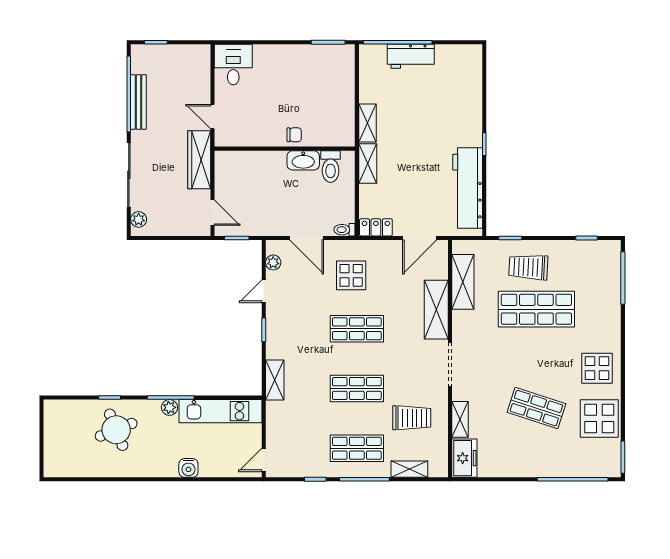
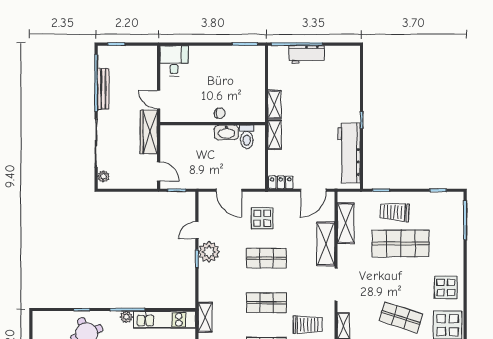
toilet: (345, 230) -> (257, 184), removed
plant: (273, 262) -> (209, 252), moved, width x1.88, depth x1.88
shelving: (275, 380) -> (205, 317), moved

